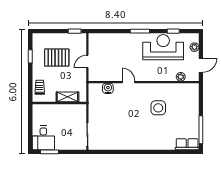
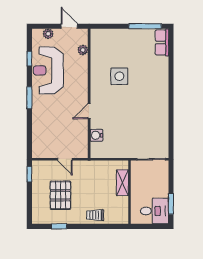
shelving: (67, 97) -> (122, 183), moved
wall: (59, 103) -> (129, 192), moved

